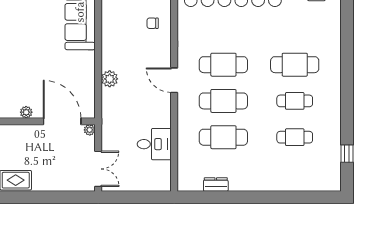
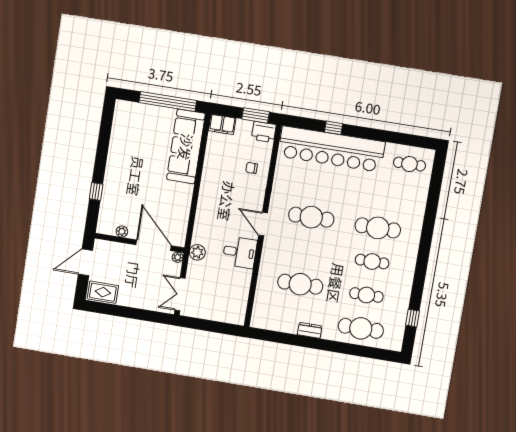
plant: (110, 79) -> (197, 252), moved
cafe table: (223, 101) -> (361, 328), moved
desk: (154, 144) -> (240, 252), moved
double door: (98, 169) -> (180, 294), swing flipped
dresser: (216, 184) -> (310, 330), moved

